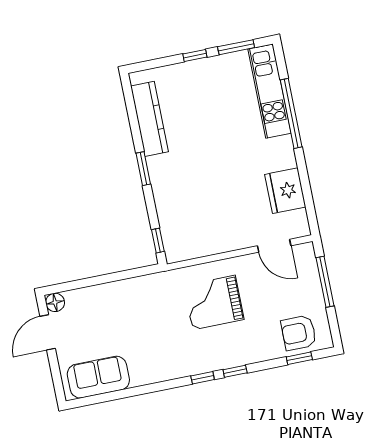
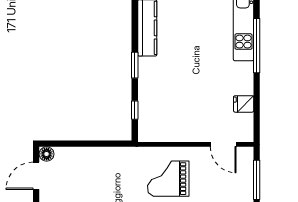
fridge: (285, 191) -> (244, 104), width x0.53, depth x0.75
window: (158, 241) -> (135, 110), moved

